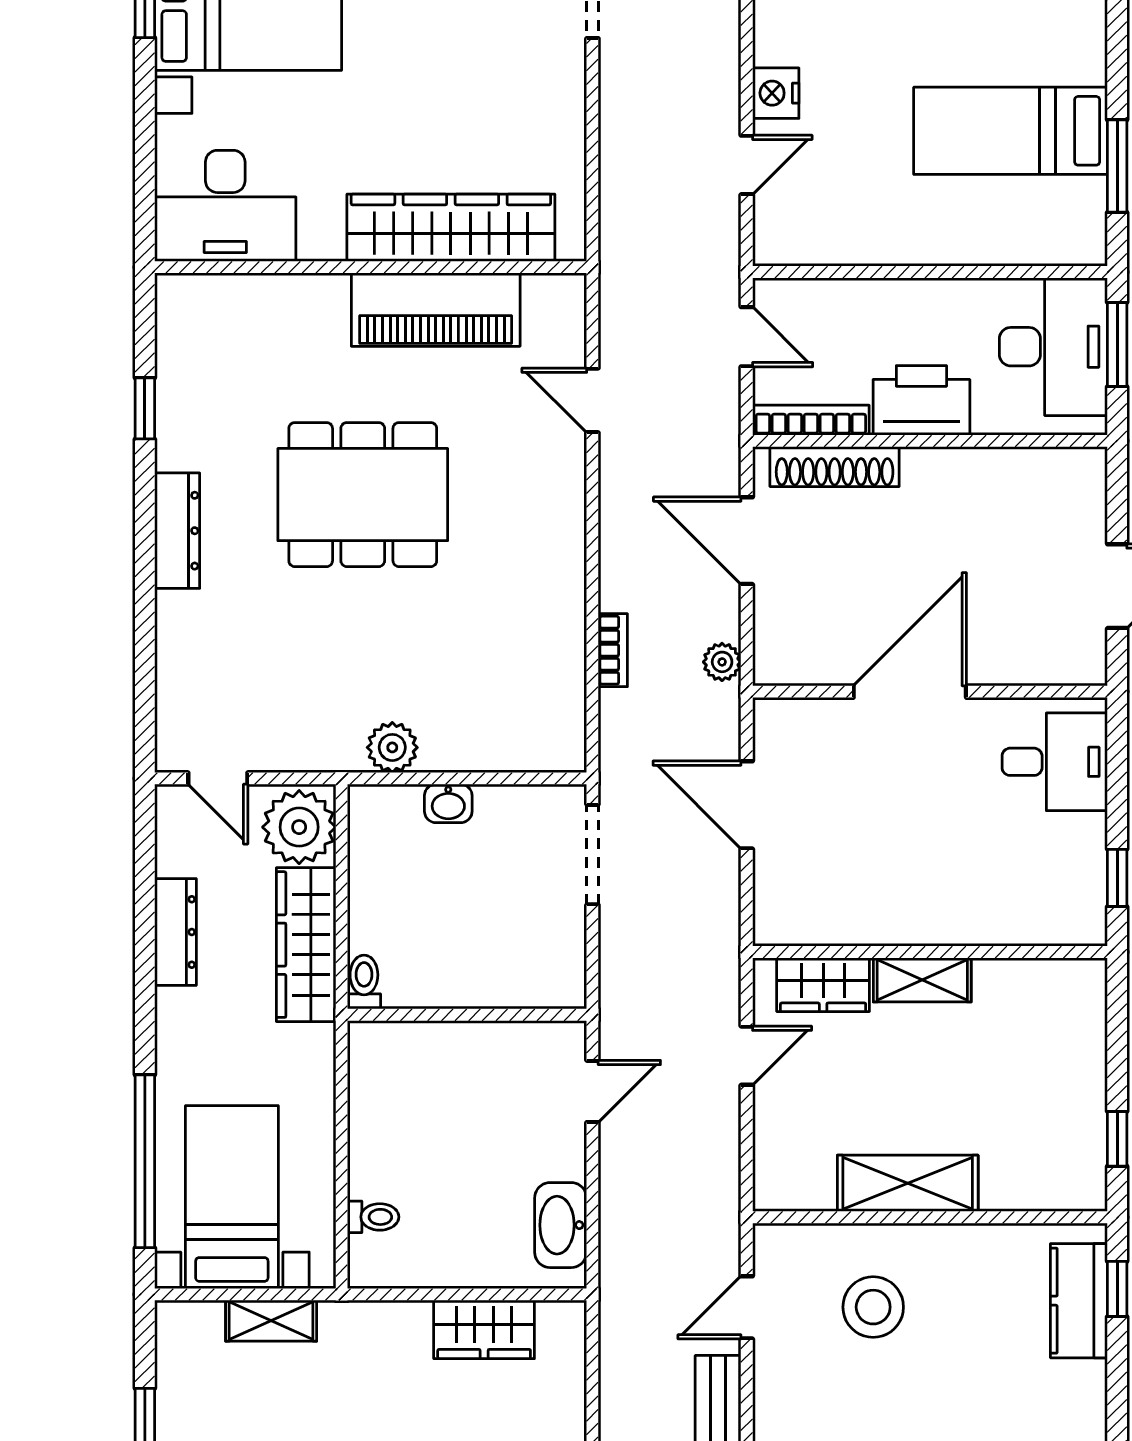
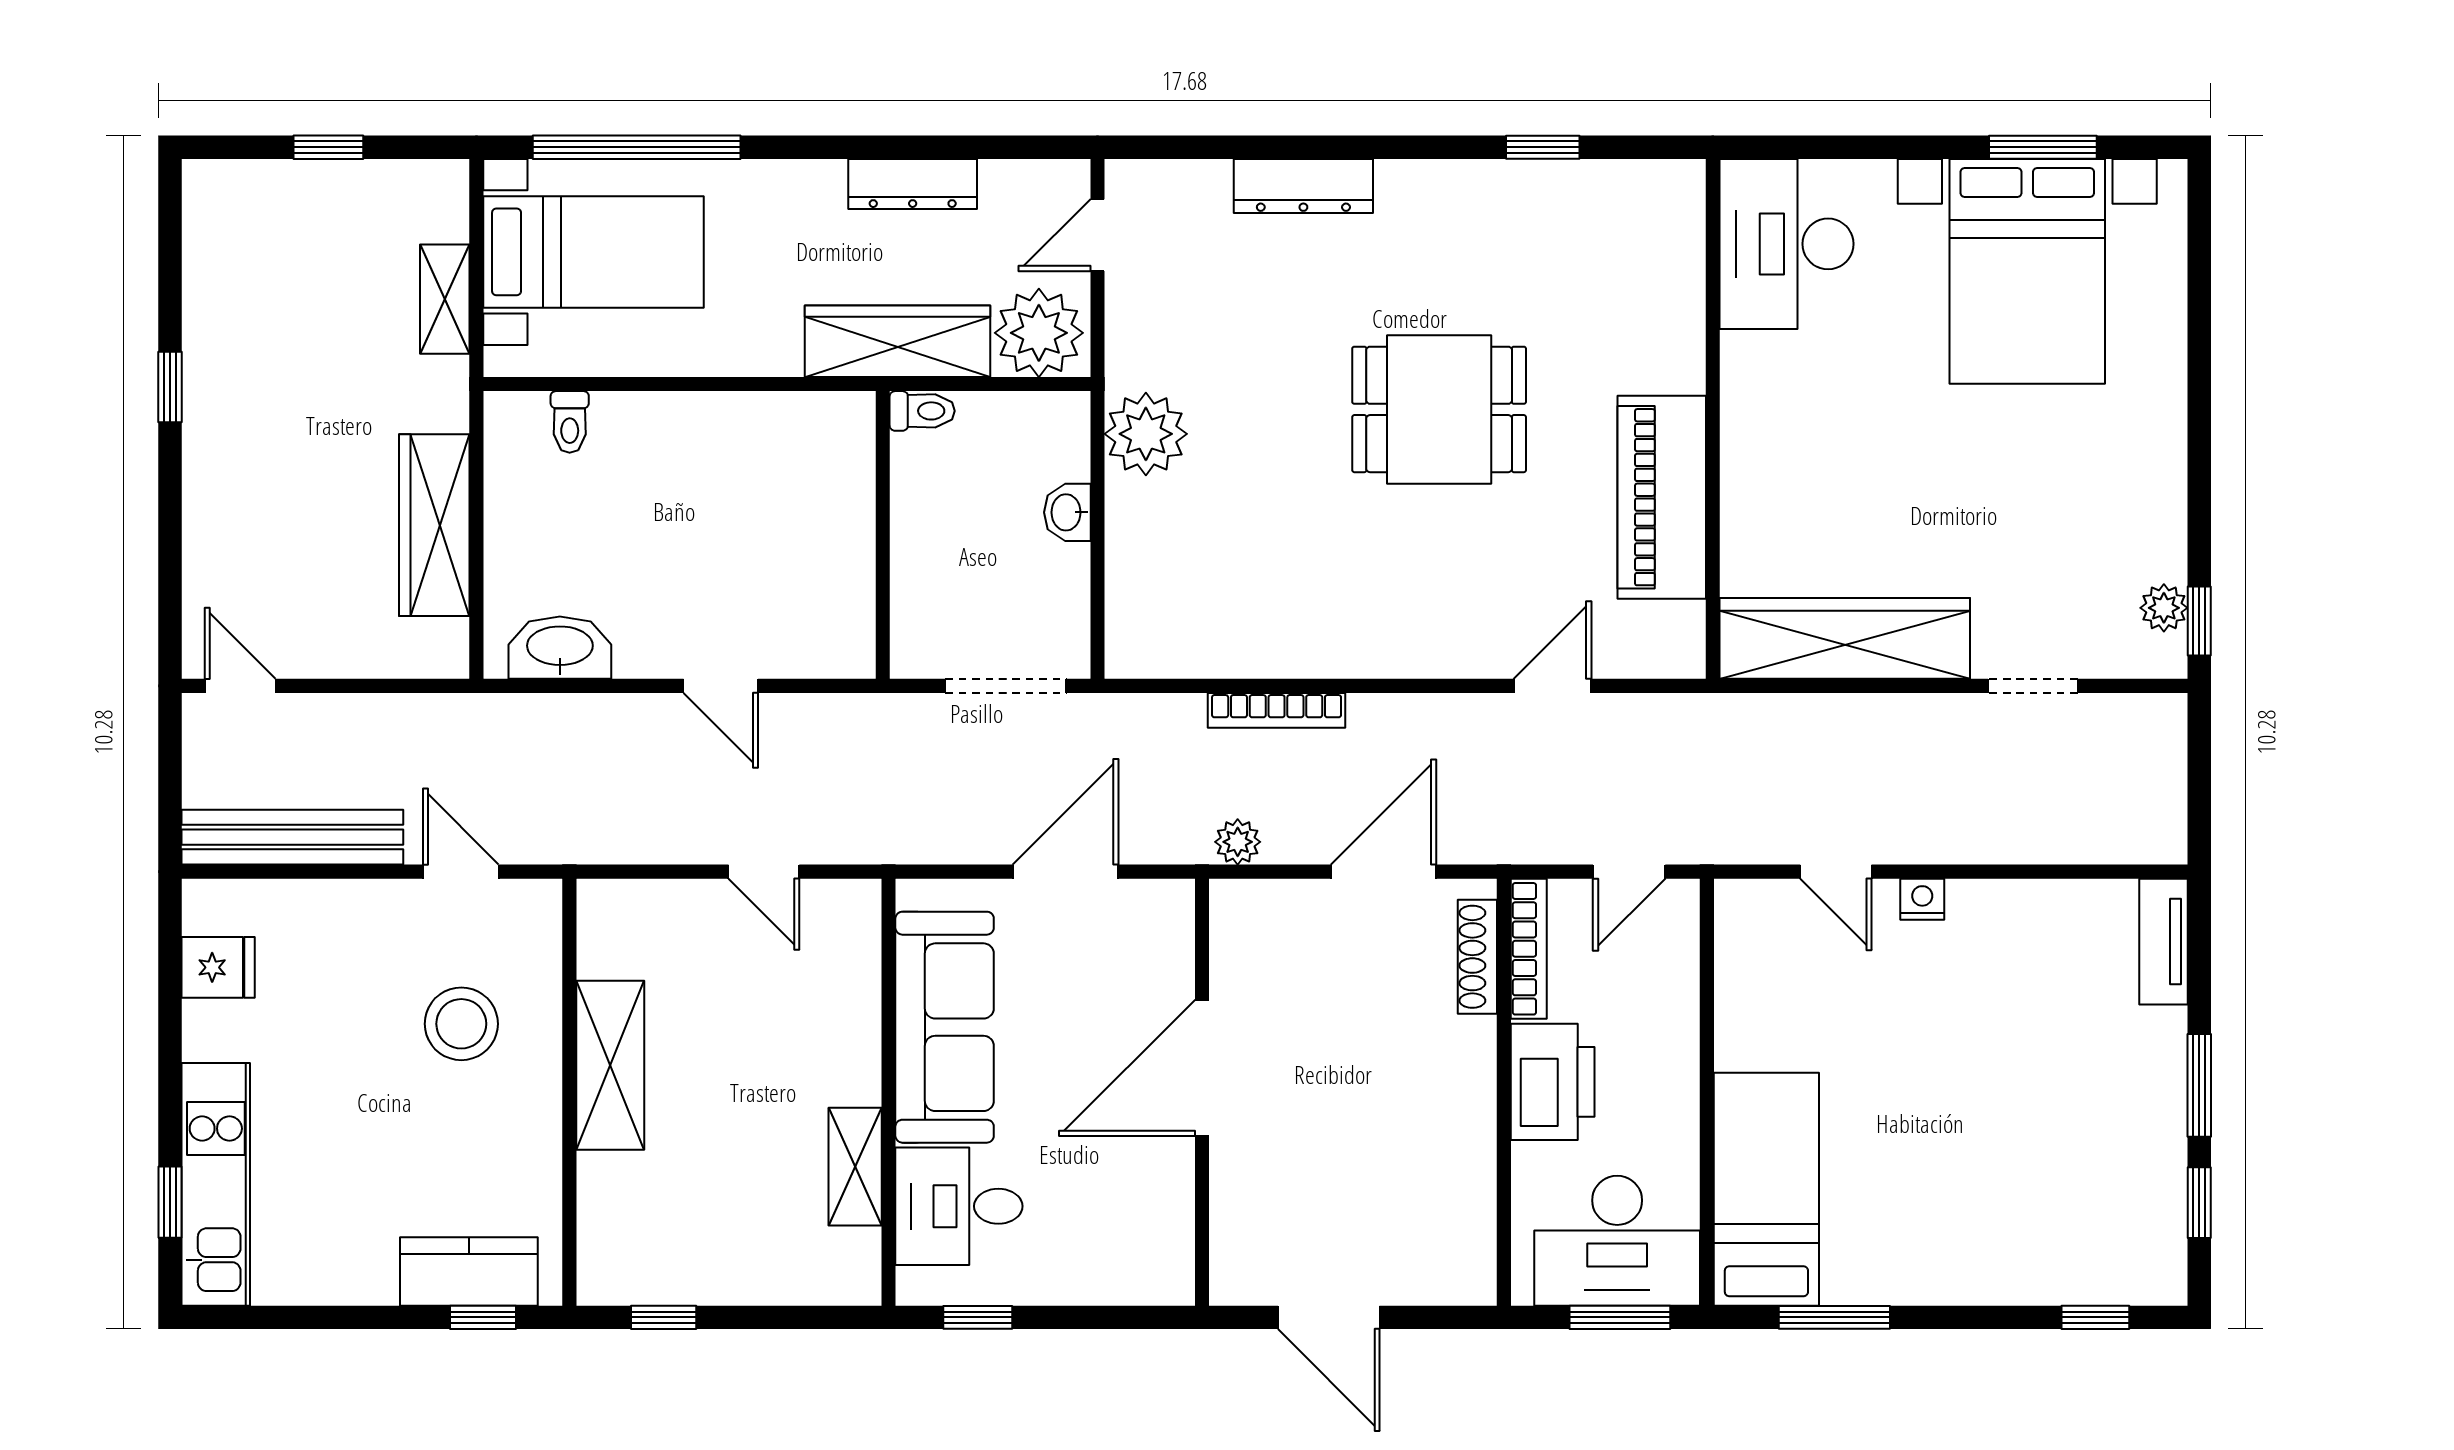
nightstand: (776, 93) -> (1922, 899), width x0.72, depth x0.74
bed: (1011, 131) -> (1766, 1189), moved
wardrobe: (451, 228) -> (1845, 638), moved, turned -90
shoe rack: (835, 467) -> (1477, 957), width x0.74, depth x0.81
dining table: (363, 495) -> (1439, 409), width x0.73
dresser: (177, 531) -> (1303, 186), moved
bookcase: (613, 650) -> (1277, 710), width x1.56
door: (910, 692) -> (1202, 1068), swing flipped
plant: (392, 747) -> (1146, 434), width x1.36, depth x1.36
desk: (1055, 762) -> (959, 1206), moved, turned 90
sofa: (876, 905) -> (945, 1027), added
shelving: (922, 980) -> (855, 1167), moved
toilet: (364, 982) -> (922, 411), moved
wardrobe: (823, 985) -> (849, 963), removed
wall: (467, 1015) -> (883, 535), moved
wardrobe: (484, 1329) -> (434, 525), width x1.50

